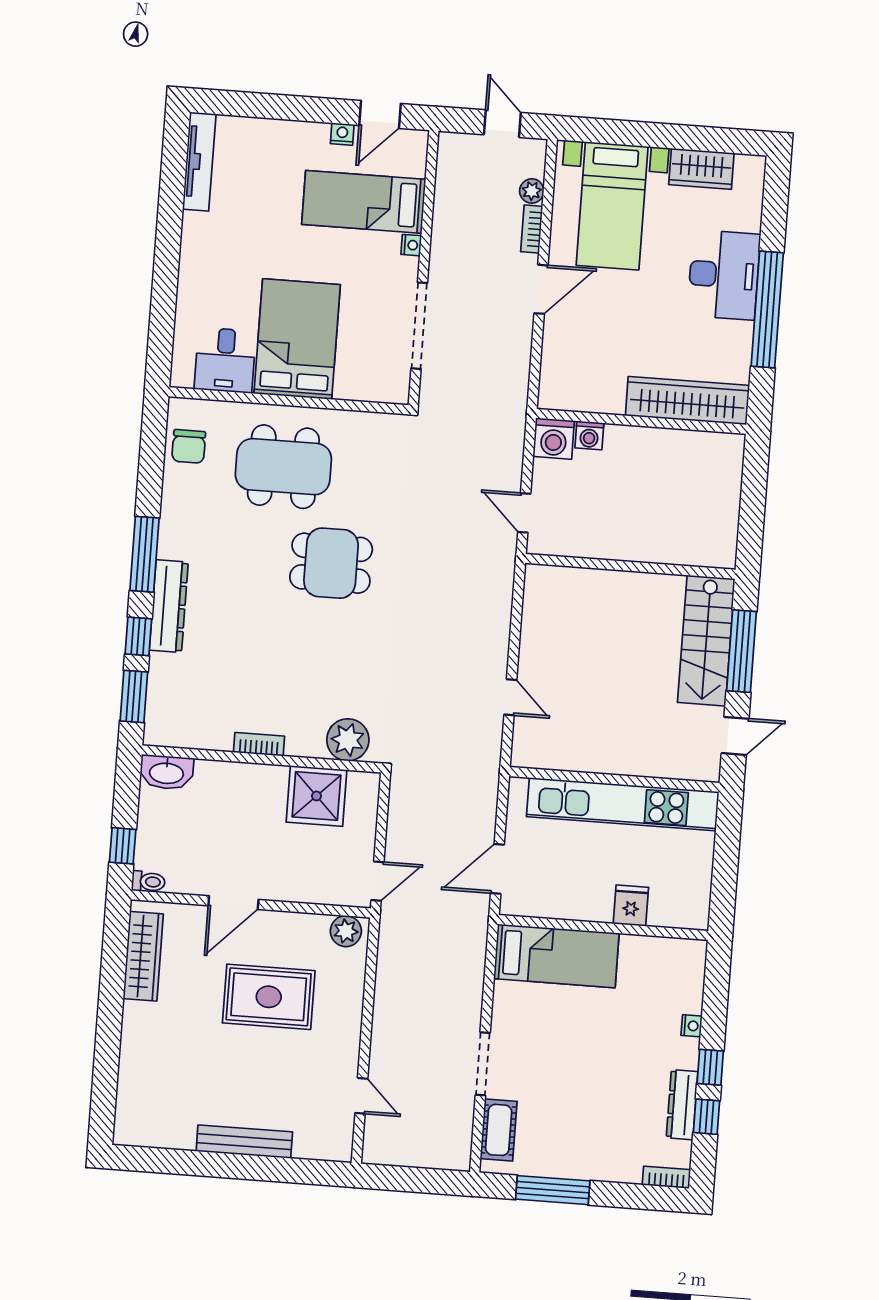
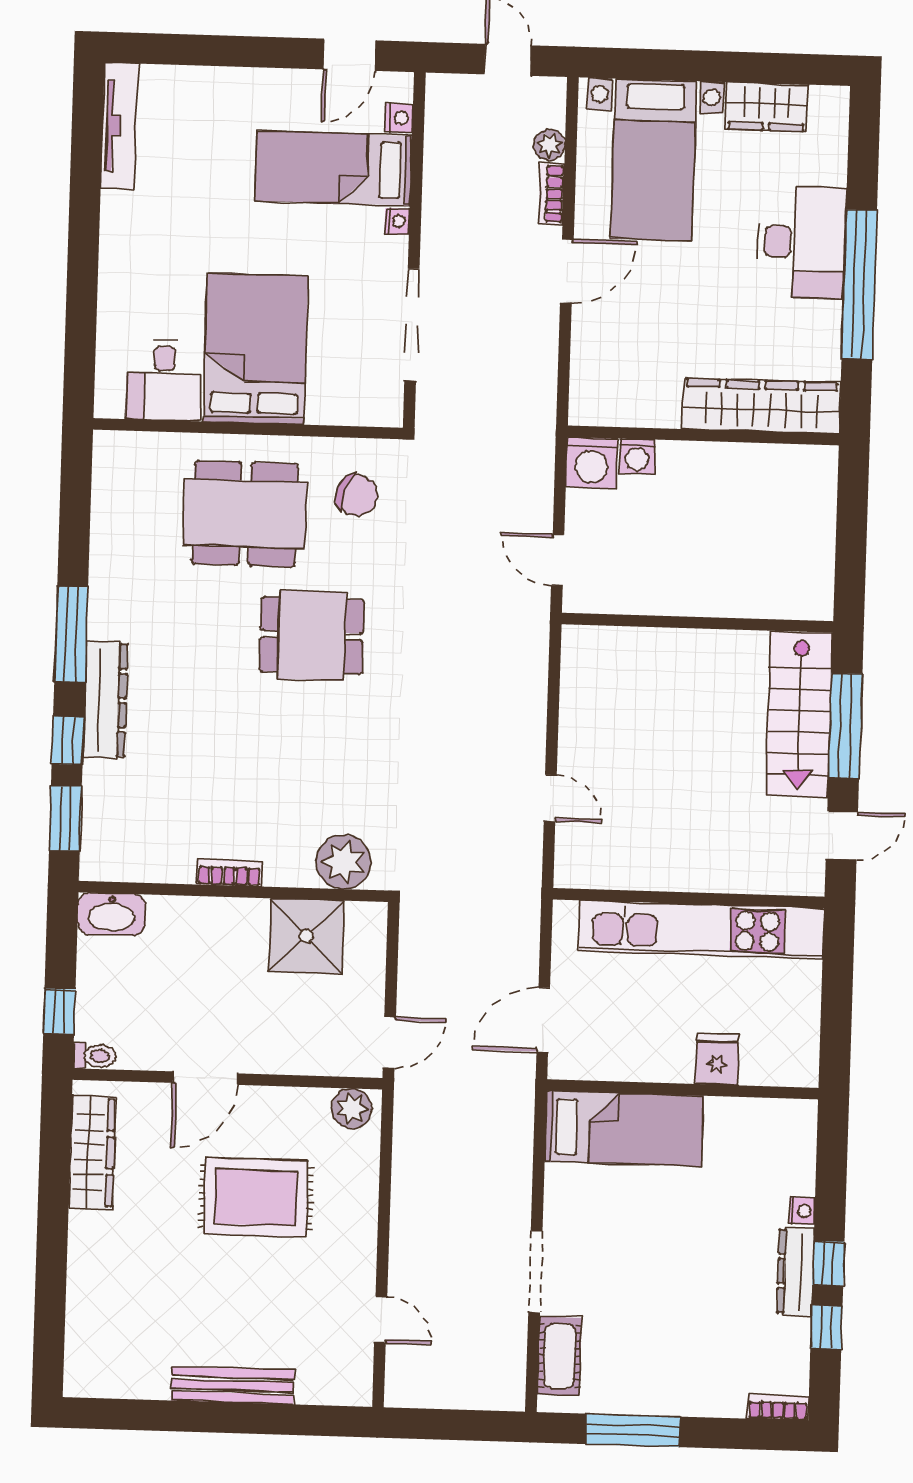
nightstand: (342, 134) -> (399, 118), moved, turned 90
chair: (189, 446) -> (357, 495), moved, turned -71
dresser: (682, 1105) -> (796, 1271), moved

